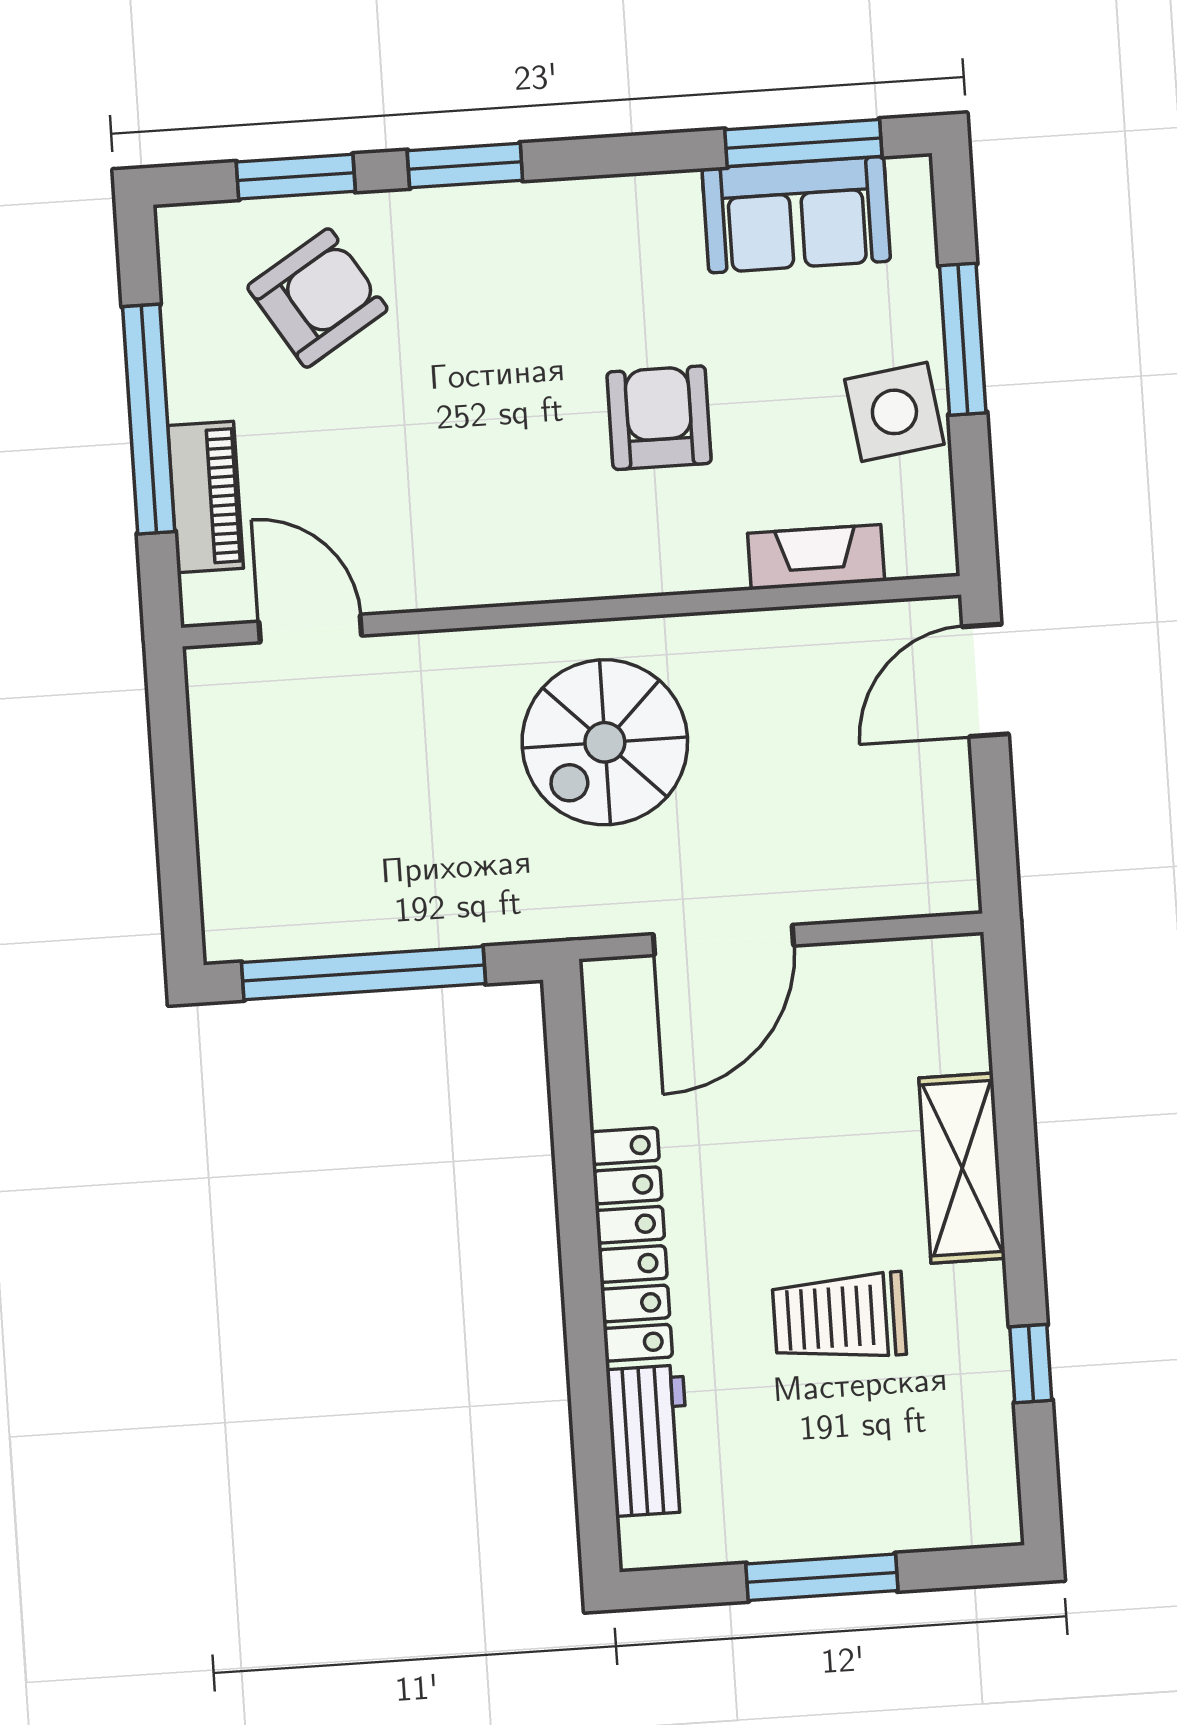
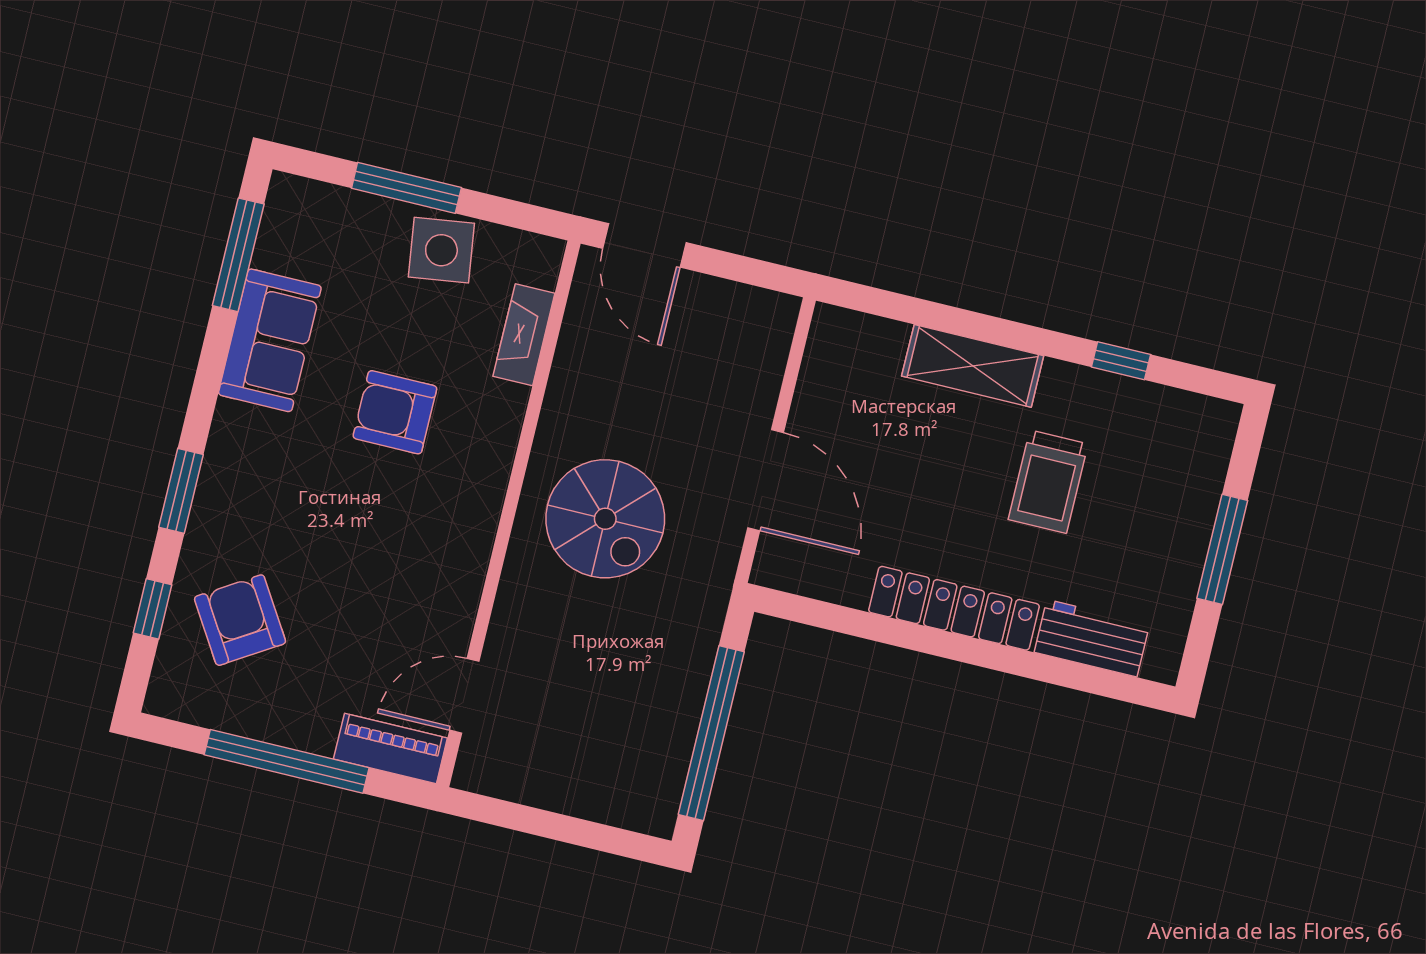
window: (296, 177) -> (152, 609), width x0.67
sofa: (796, 215) -> (270, 340), moved
piano: (205, 497) -> (390, 749), moved

